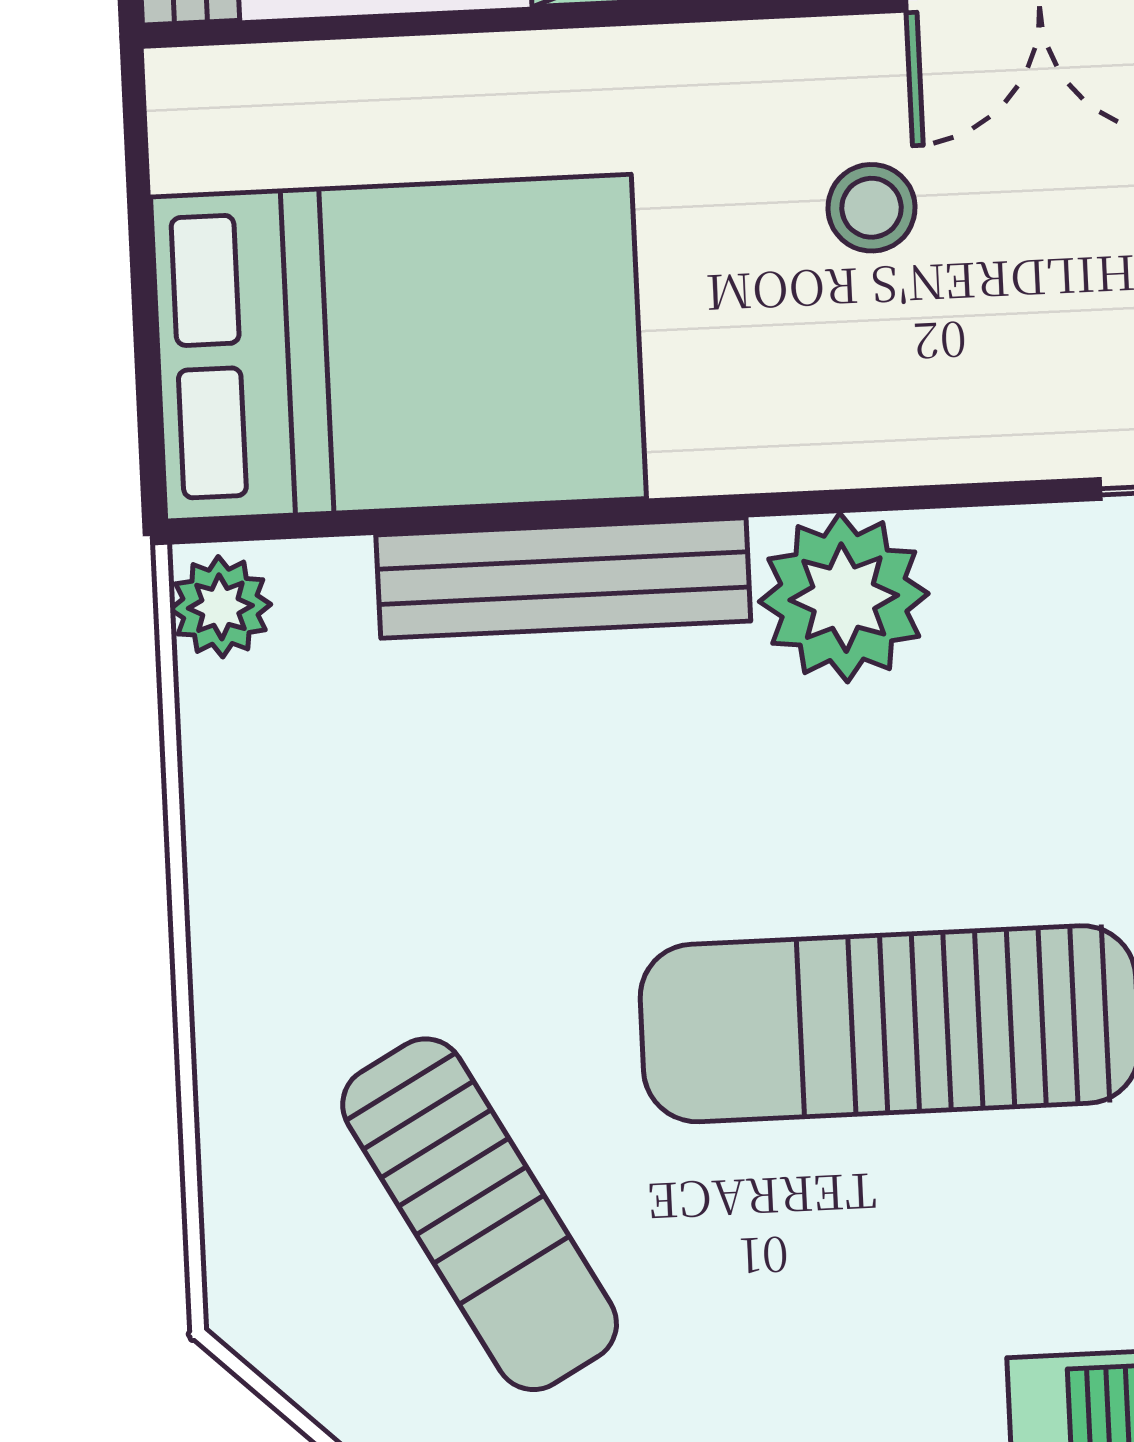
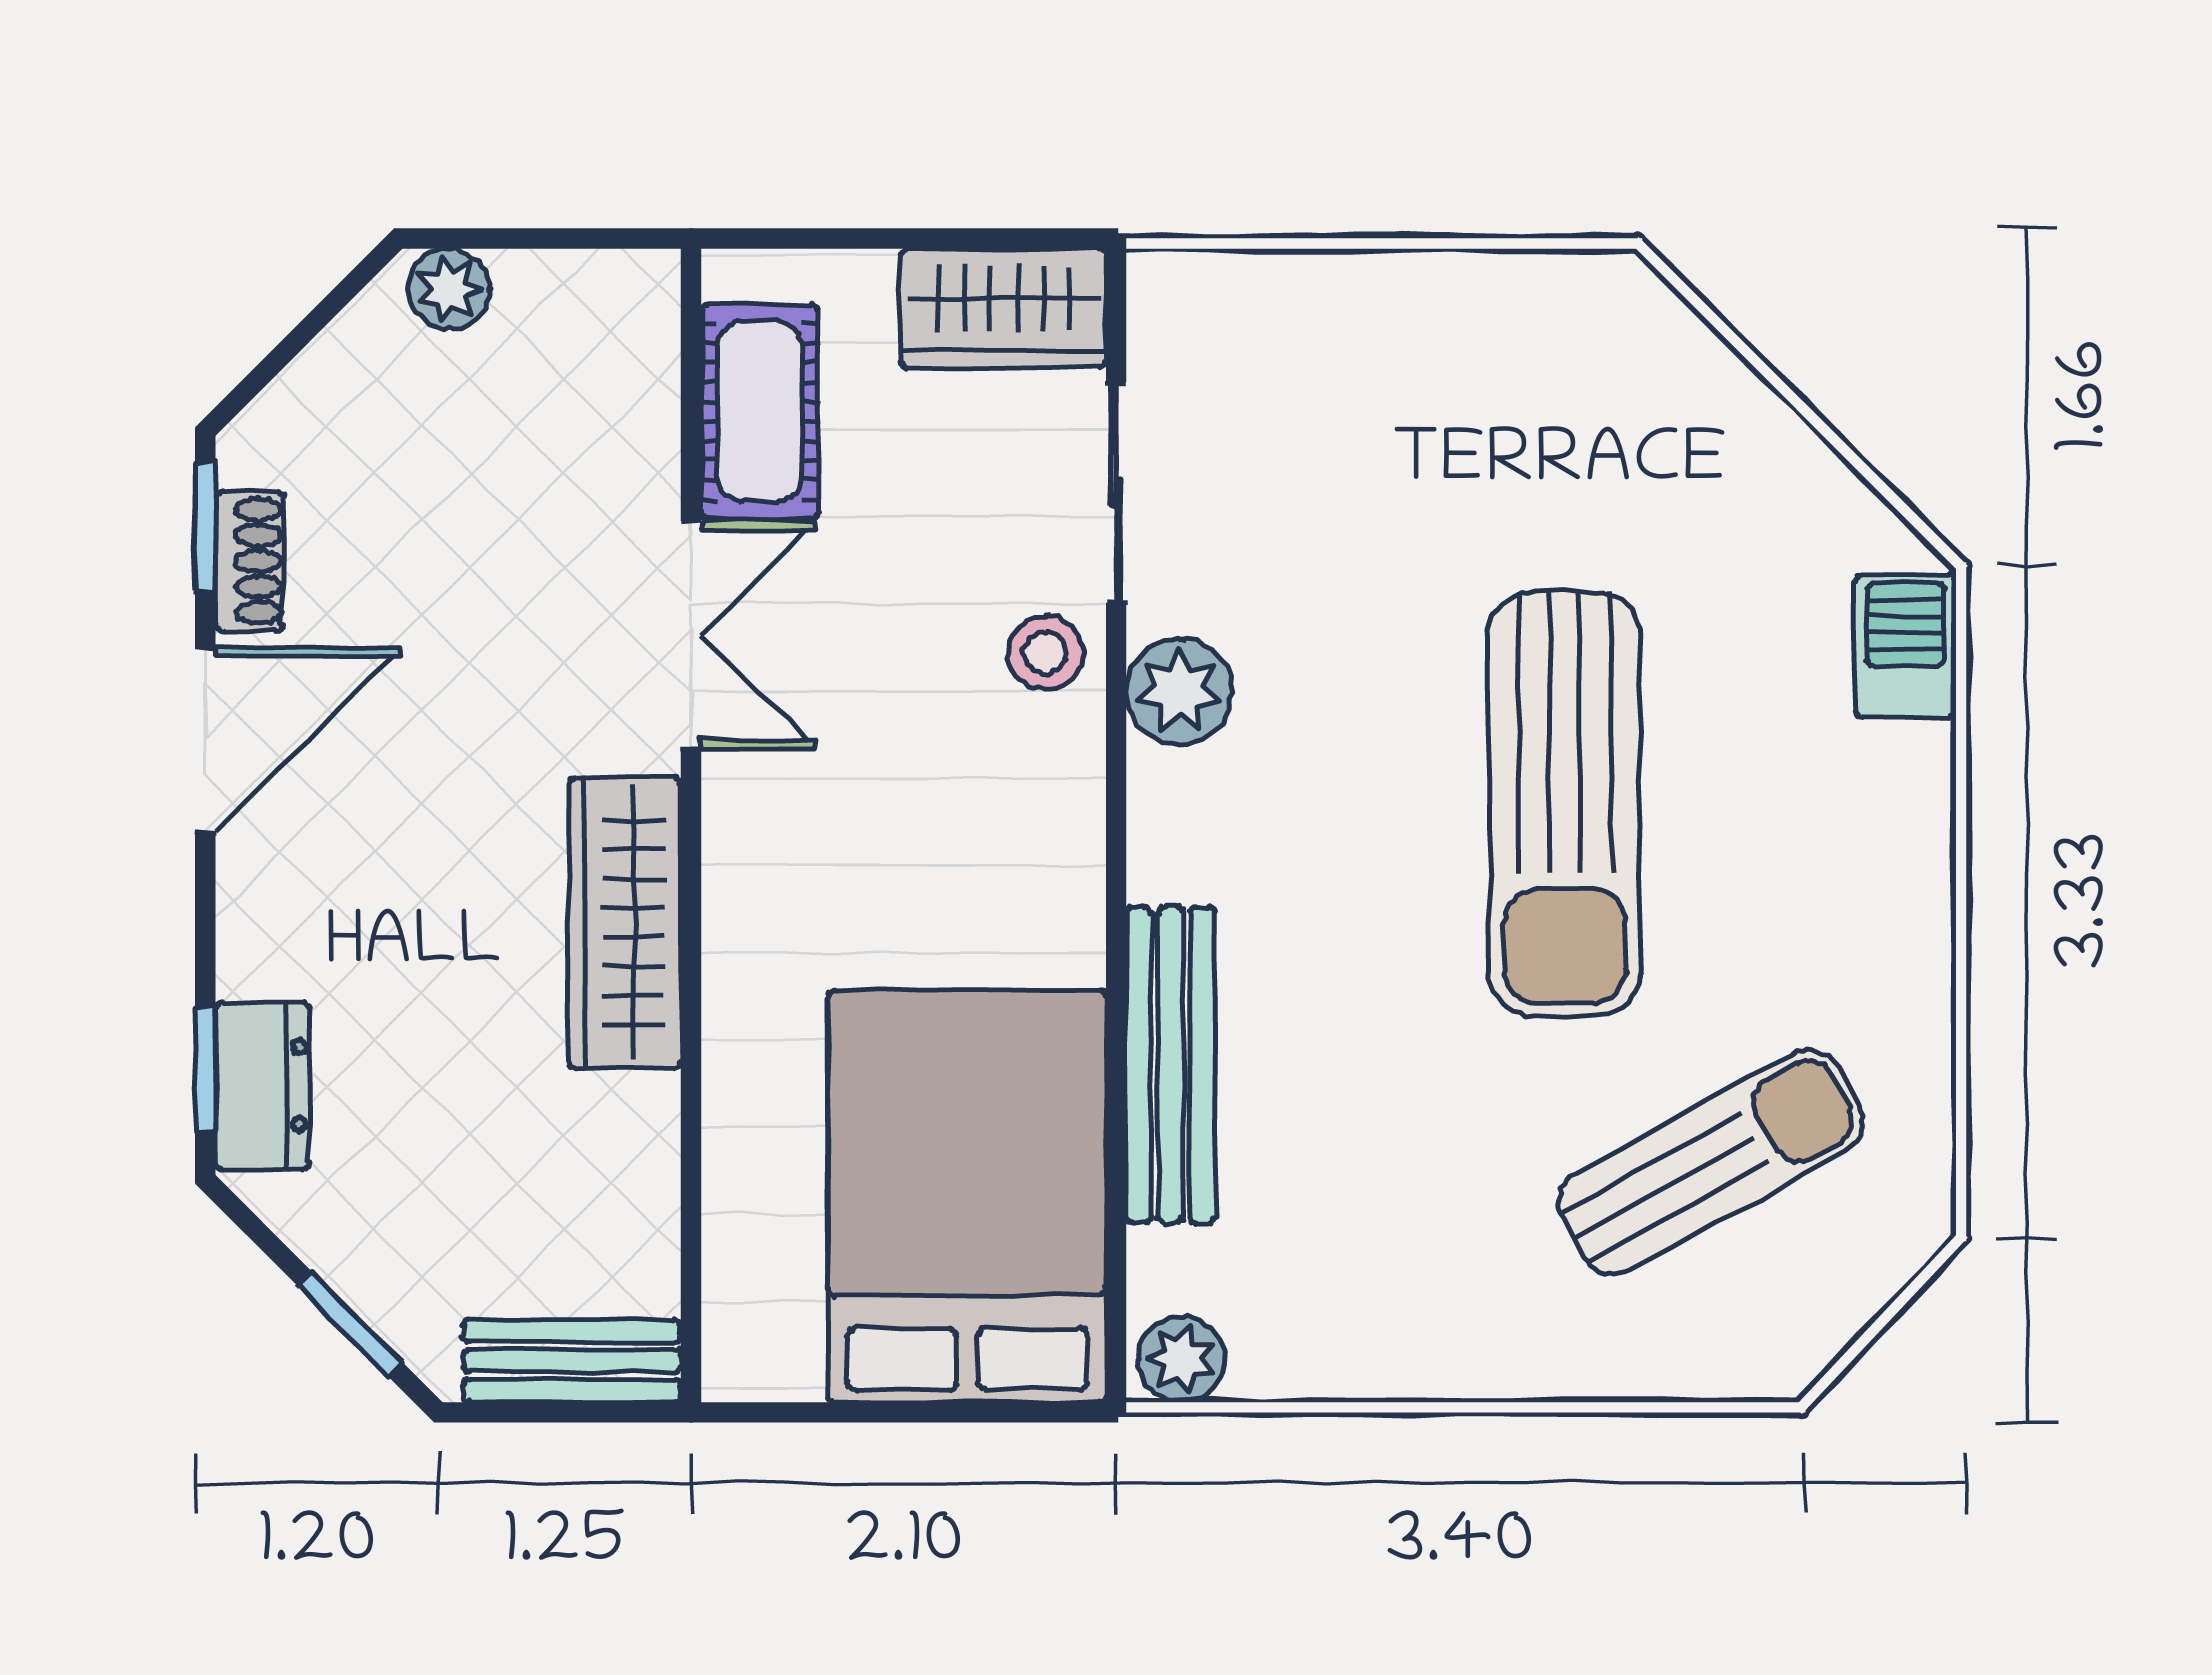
stool: (872, 208) -> (1045, 653), moved
plant: (844, 598) -> (1179, 692), moved, width x0.73, depth x0.73

